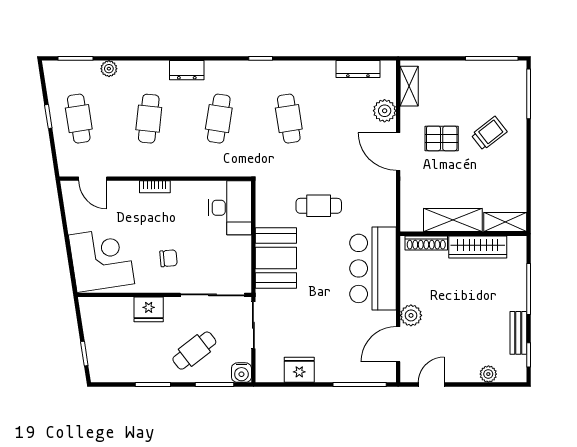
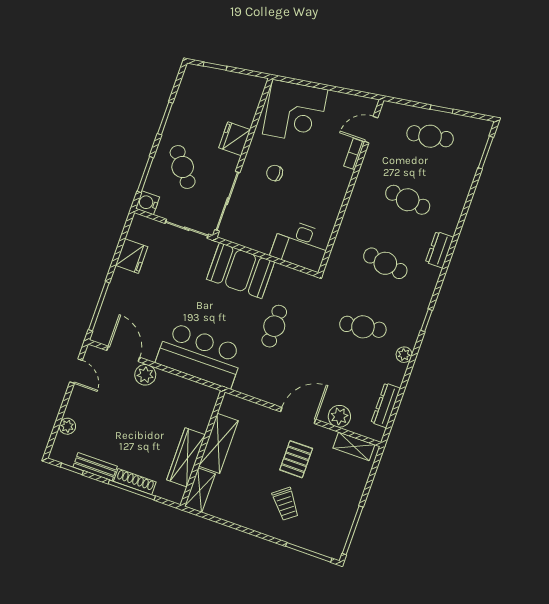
plant: (109, 69) -> (404, 355), moved
bookcase: (155, 187) -> (354, 154), moved
shoe rack: (426, 243) -> (135, 482), moved, turned 90
chair: (168, 258) -> (275, 173), turned 95

